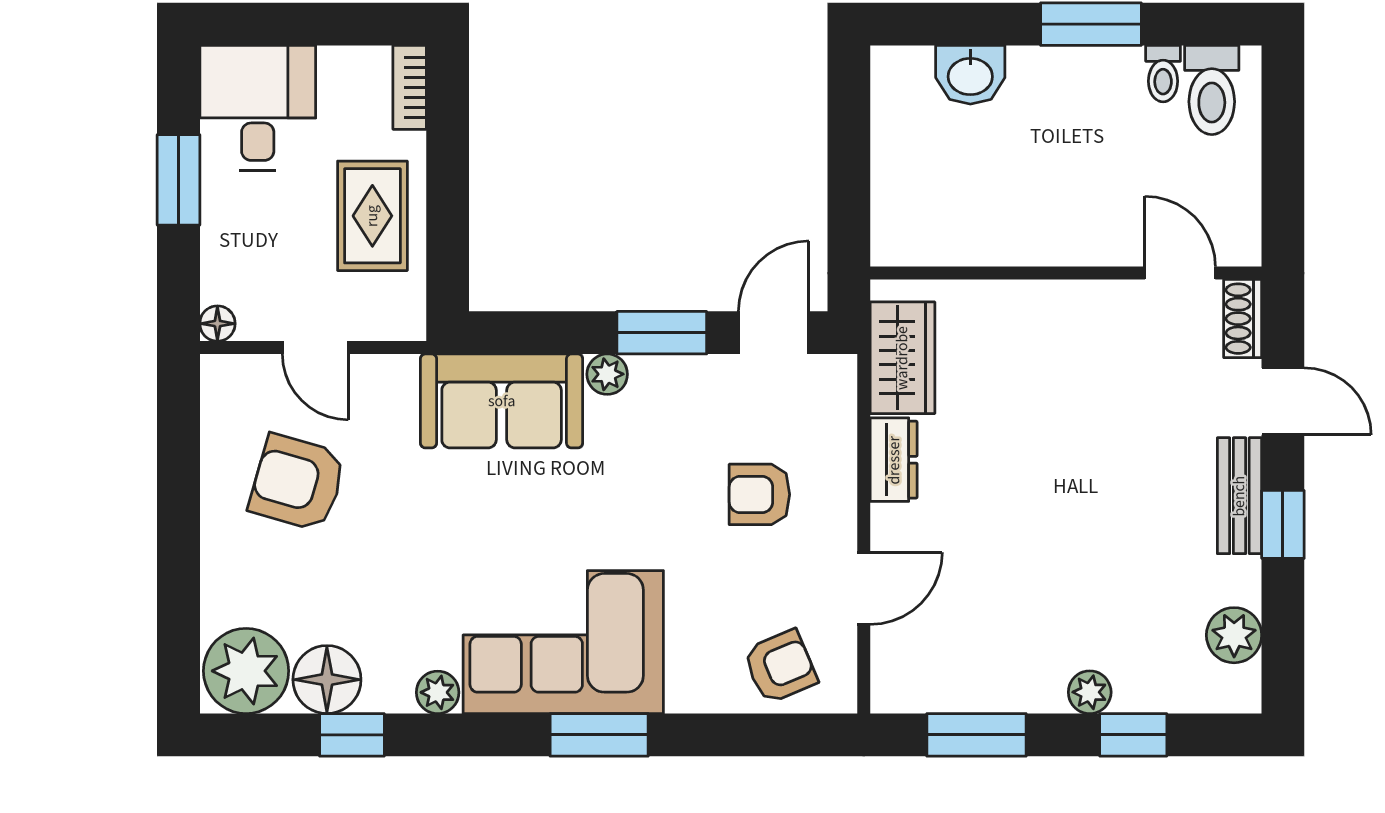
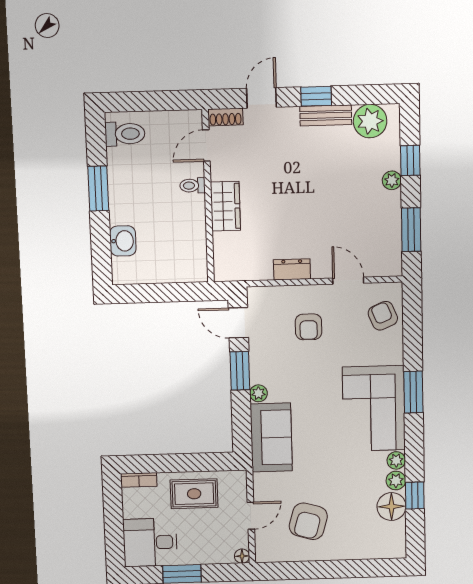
toilet: (1163, 74) -> (192, 186), moved, turned 180
wardrobe: (902, 358) -> (225, 206), moved, turned 90
bench: (1239, 496) -> (326, 115), moved
plant: (1234, 635) -> (370, 121), width x1.36, depth x1.36
plant: (246, 671) -> (396, 481), moved, width x0.53, depth x0.53

